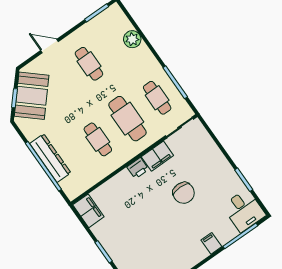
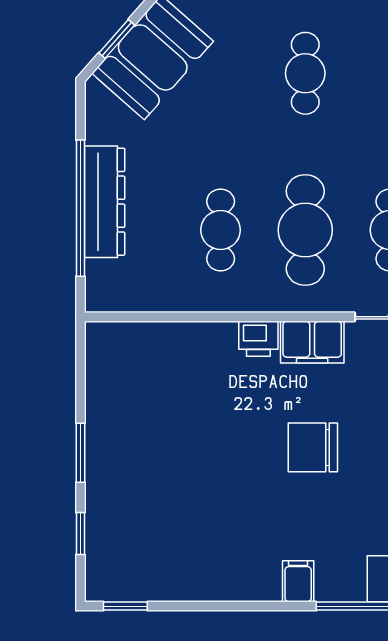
chair: (184, 193) -> (313, 447), turned 90
filing cabinet: (88, 211) -> (107, 354), removed

